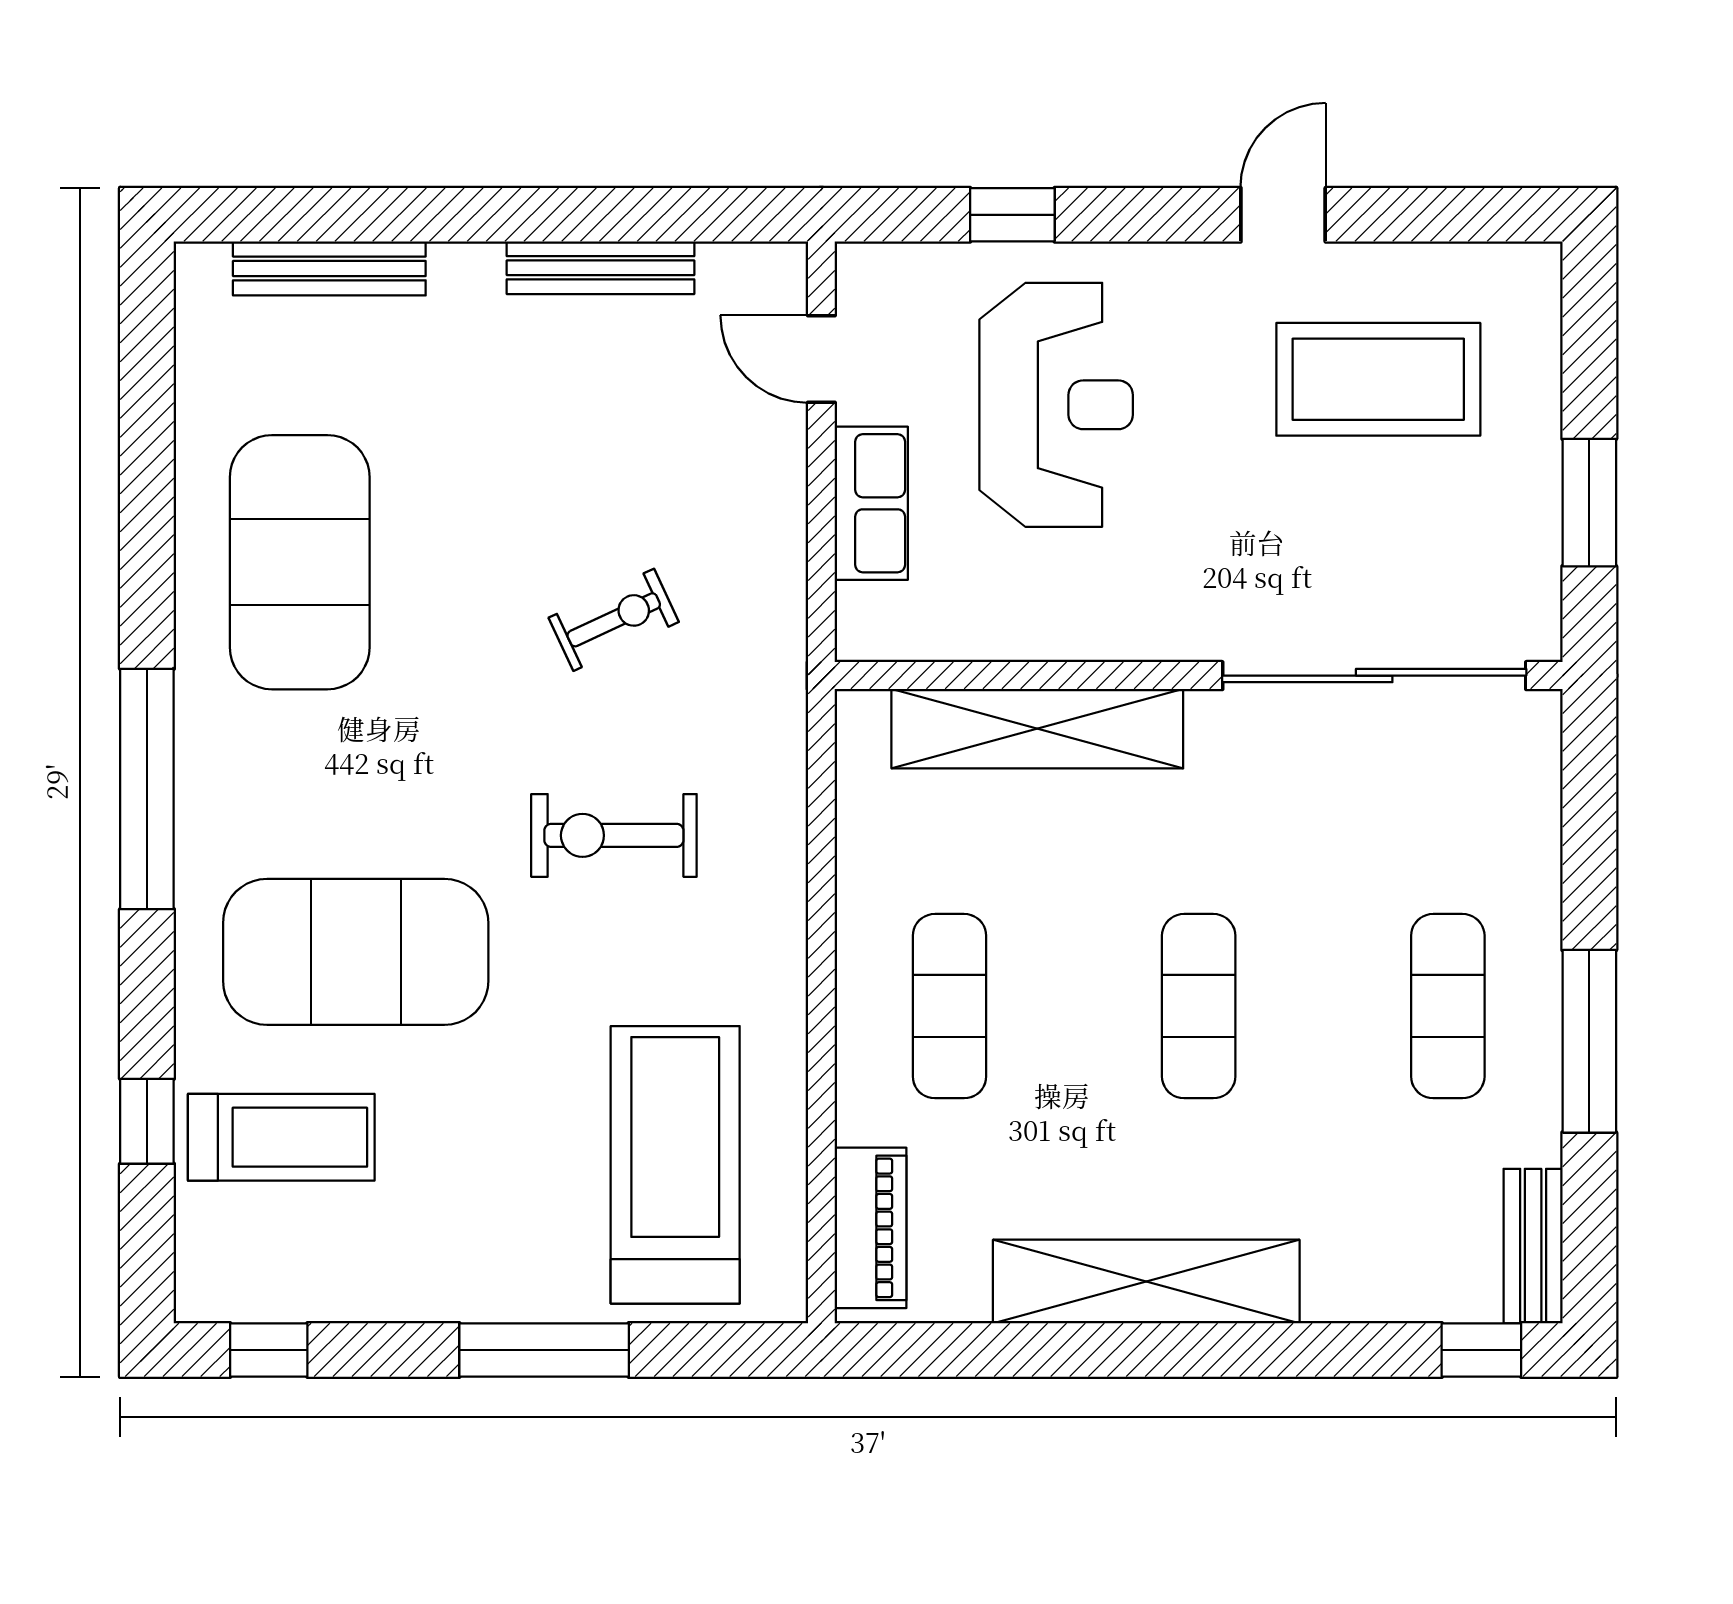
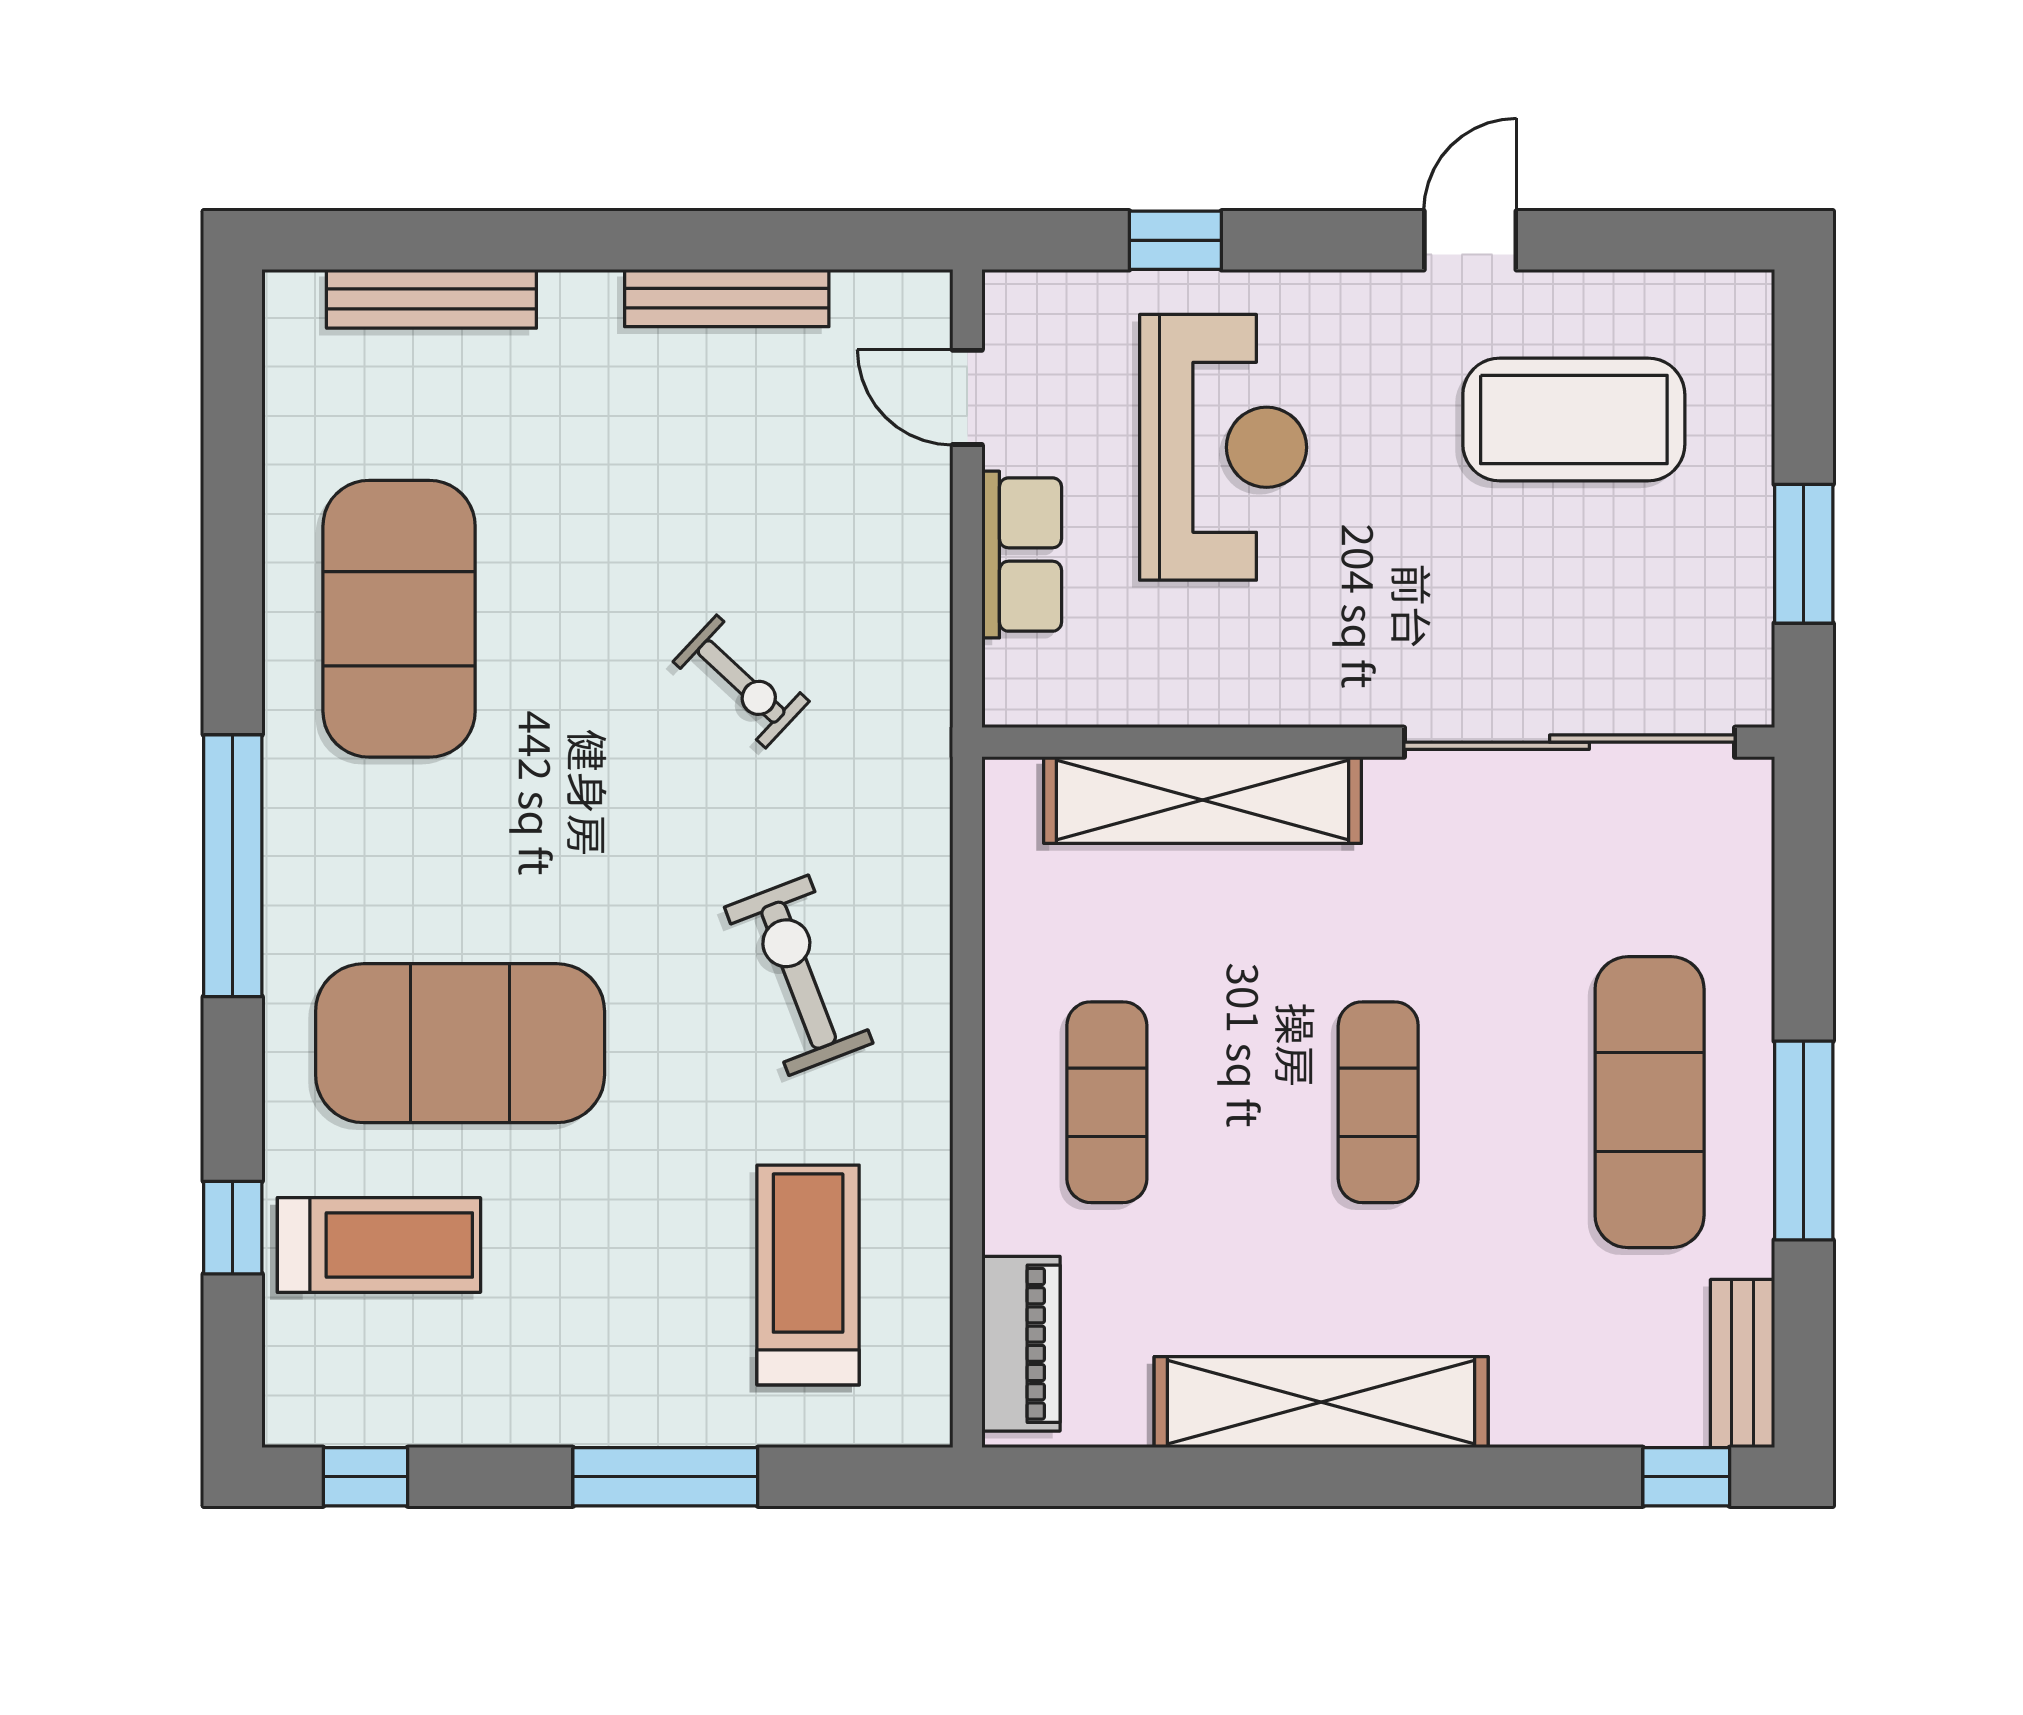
exercise bike: (614, 620) -> (741, 681), turned 68
exercise bike: (614, 835) -> (799, 975), moved, turned 69
exercise mat: (1448, 1006) -> (1650, 1102), width x1.36, depth x1.45
treadmill: (675, 1165) -> (808, 1275), width x0.73, depth x0.73

